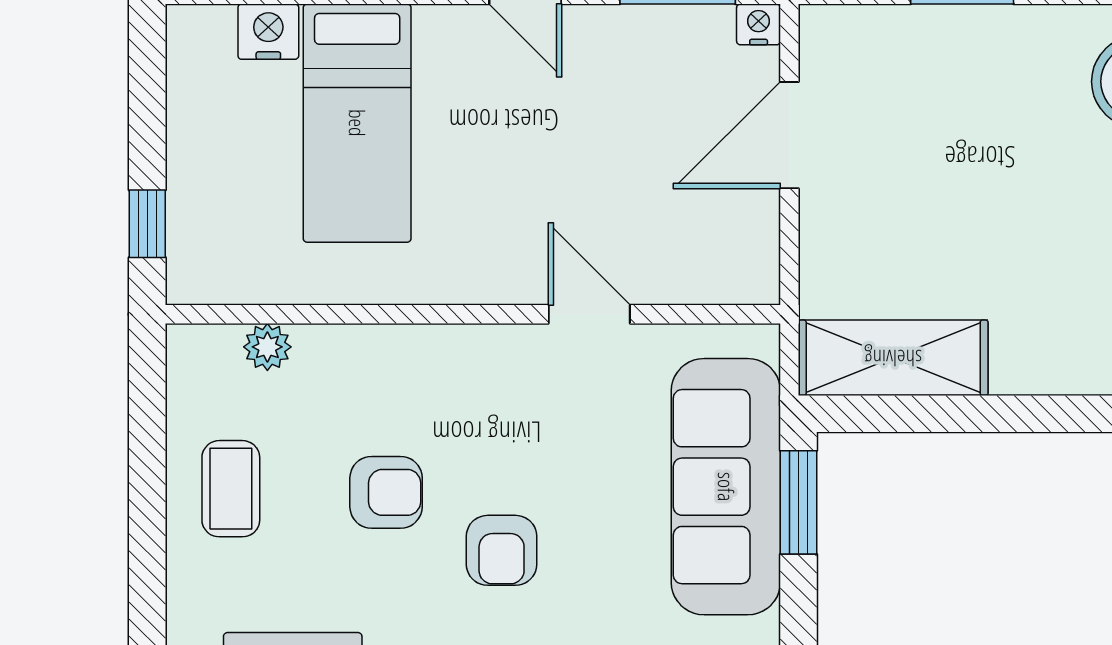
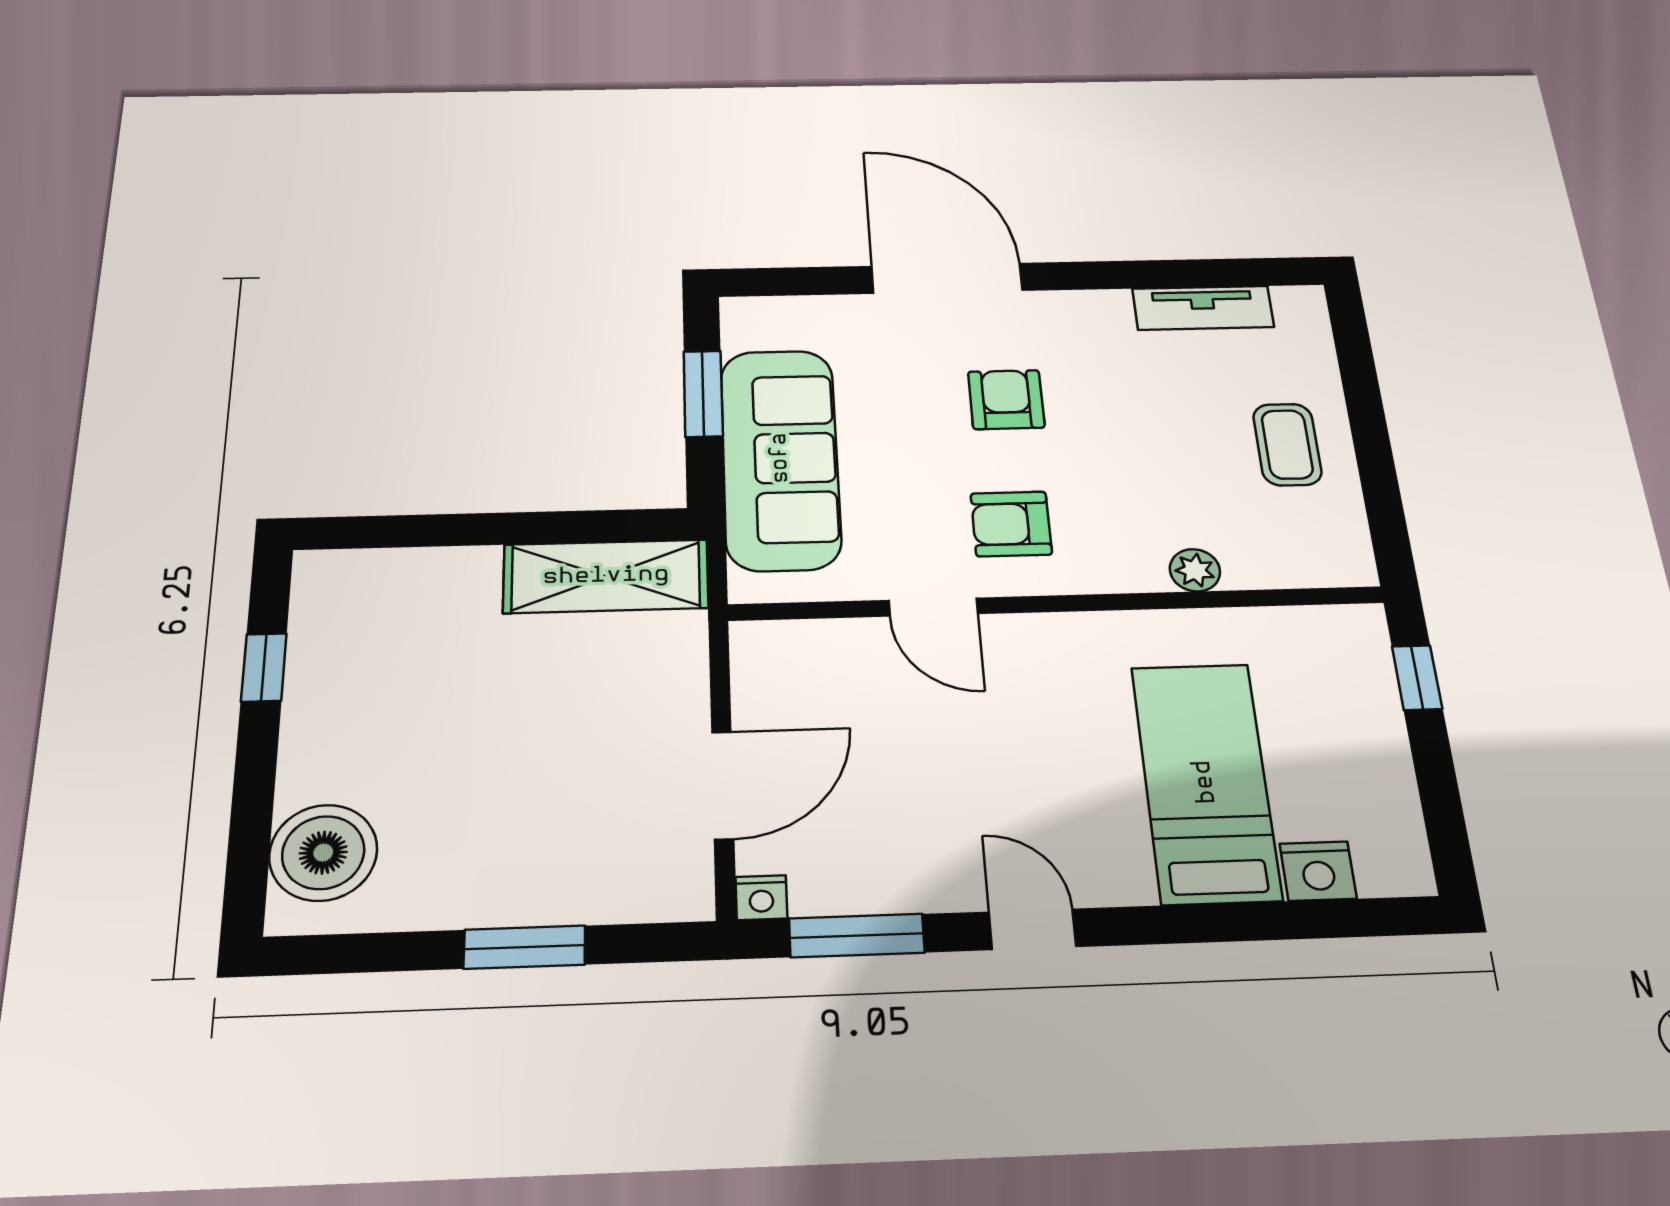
plant: (267, 347) -> (1195, 570), moved
armchair: (386, 492) -> (1011, 524), moved
window: (798, 502) -> (703, 394), moved

